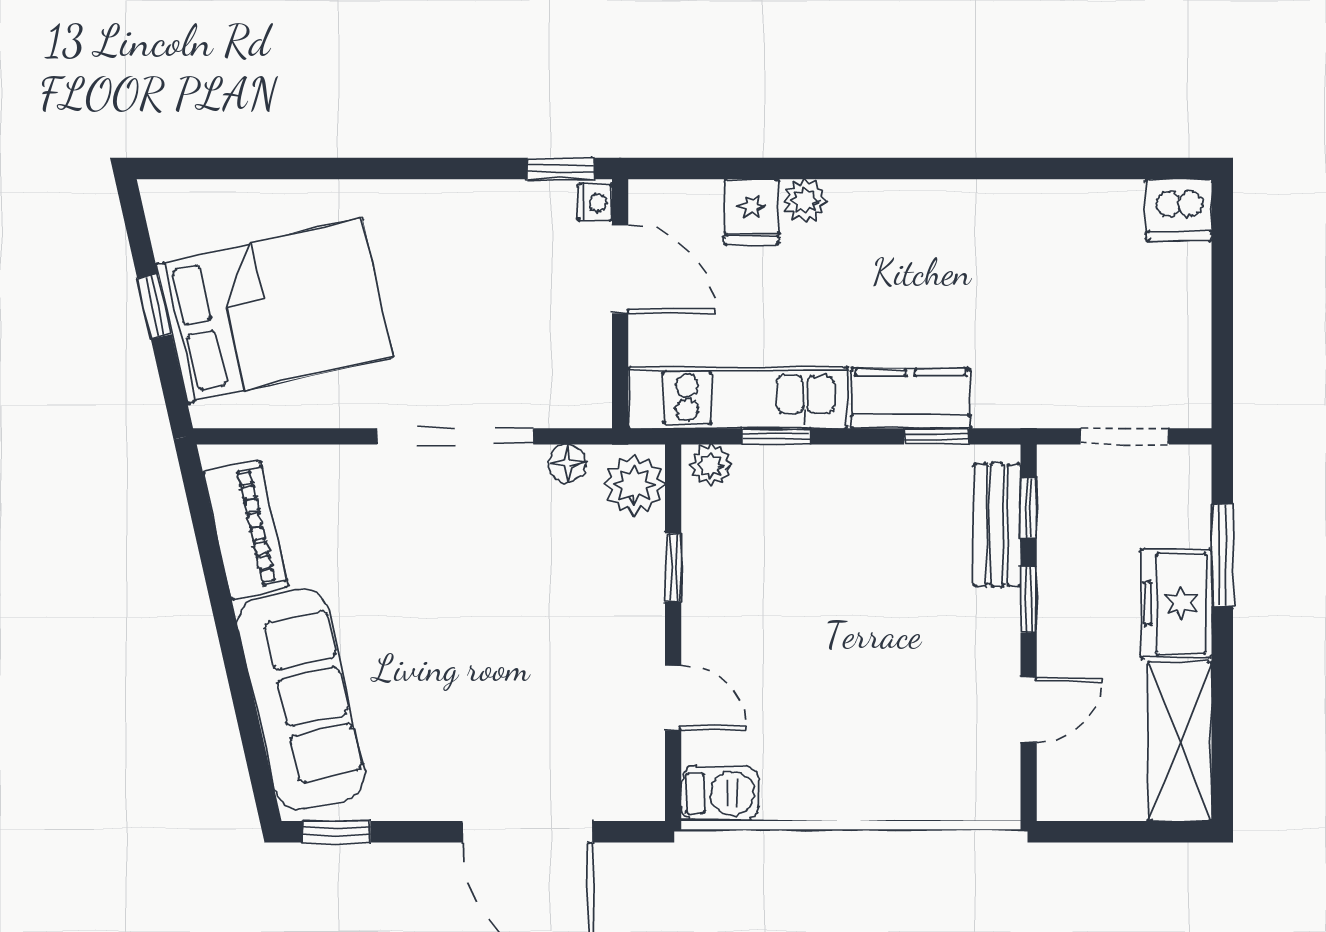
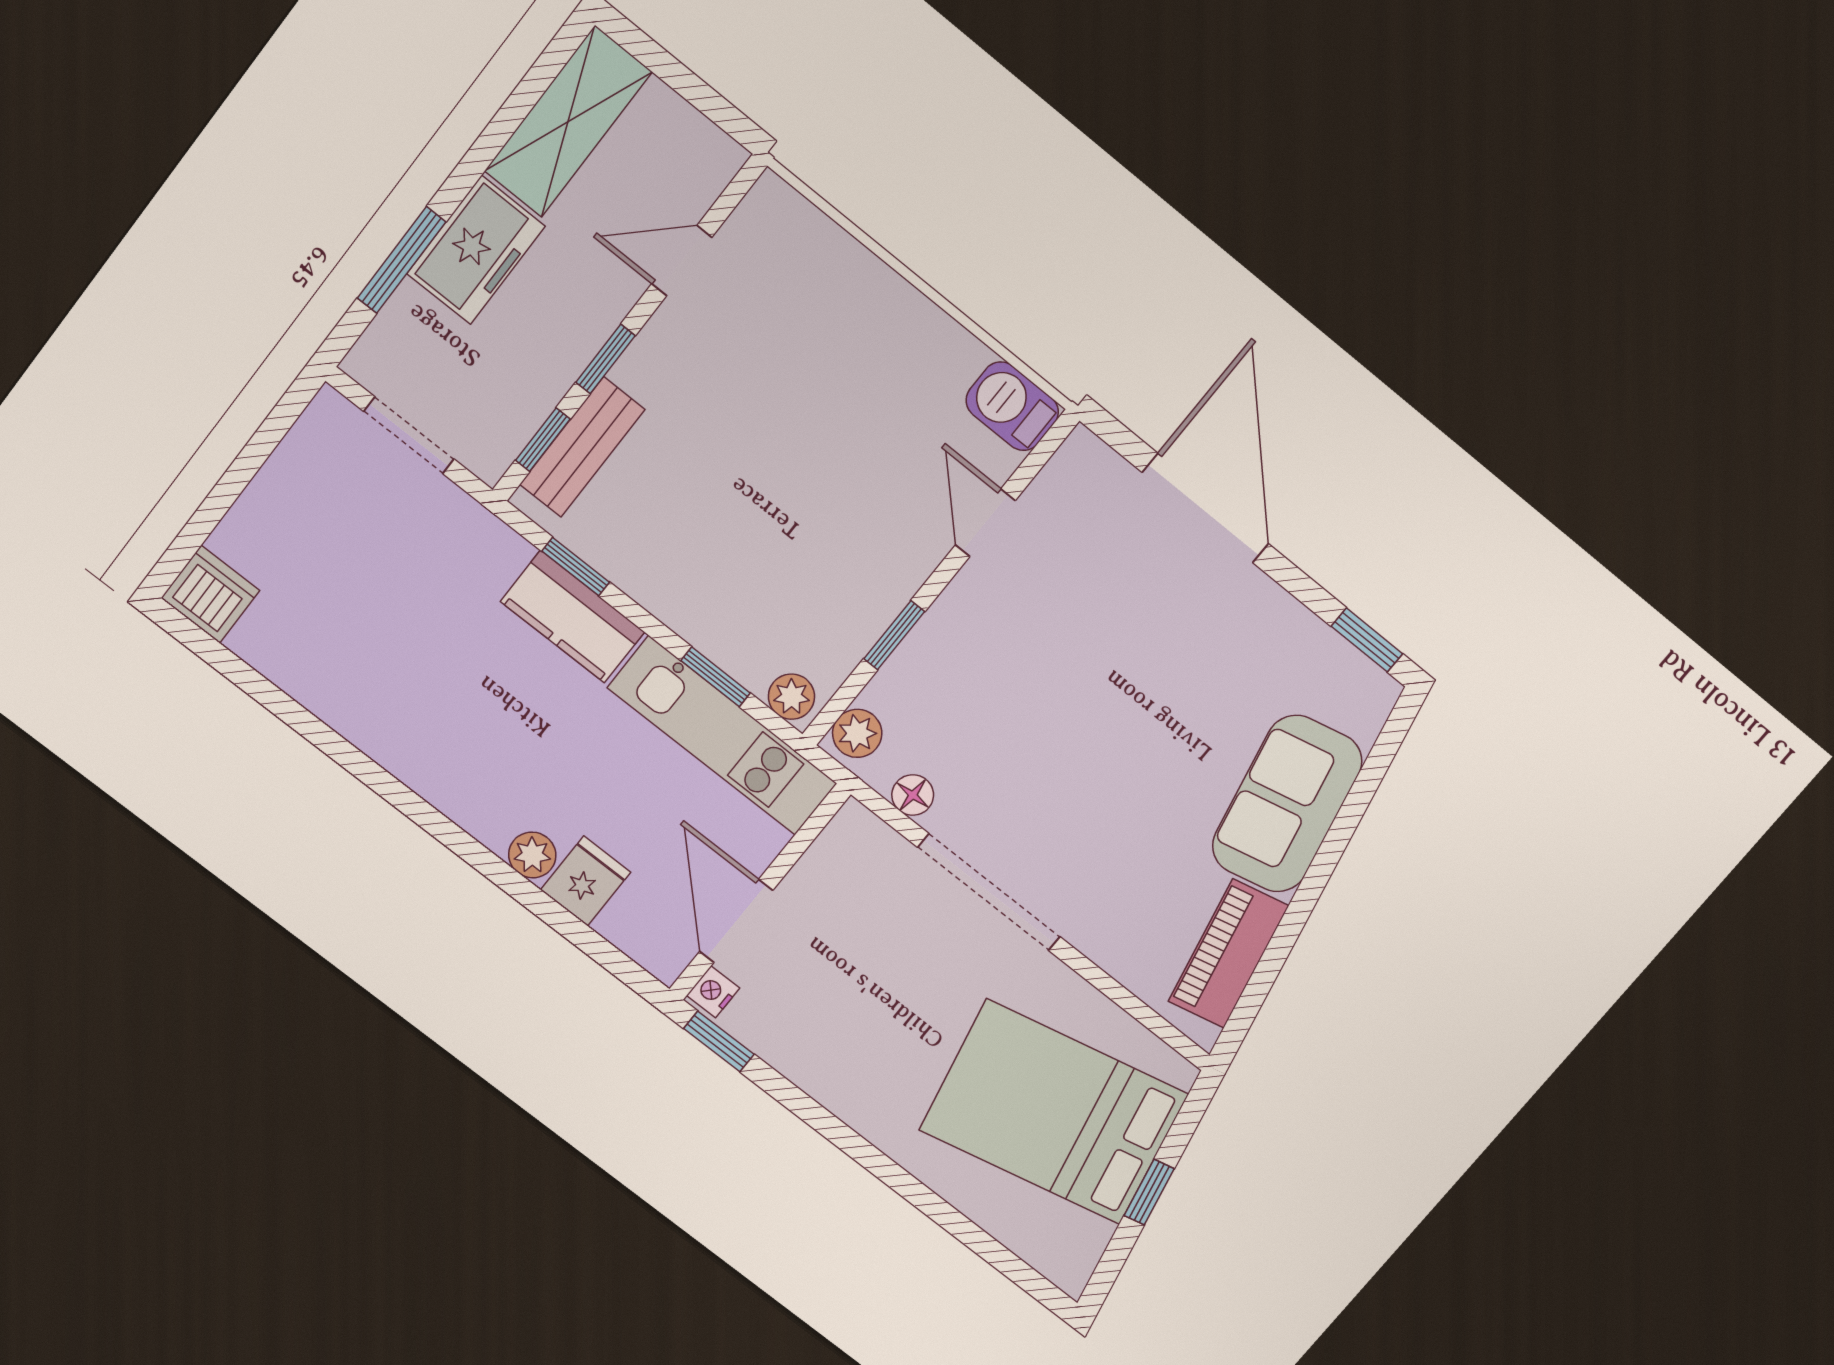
plant: (634, 485) -> (857, 733), width x0.73, depth x0.73
sofa: (301, 699) -> (1287, 804), width x0.73

